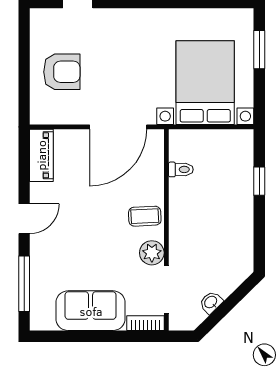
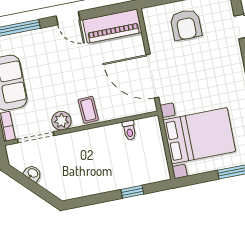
piano: (41, 155) -> (112, 26), width x1.37, depth x1.33

